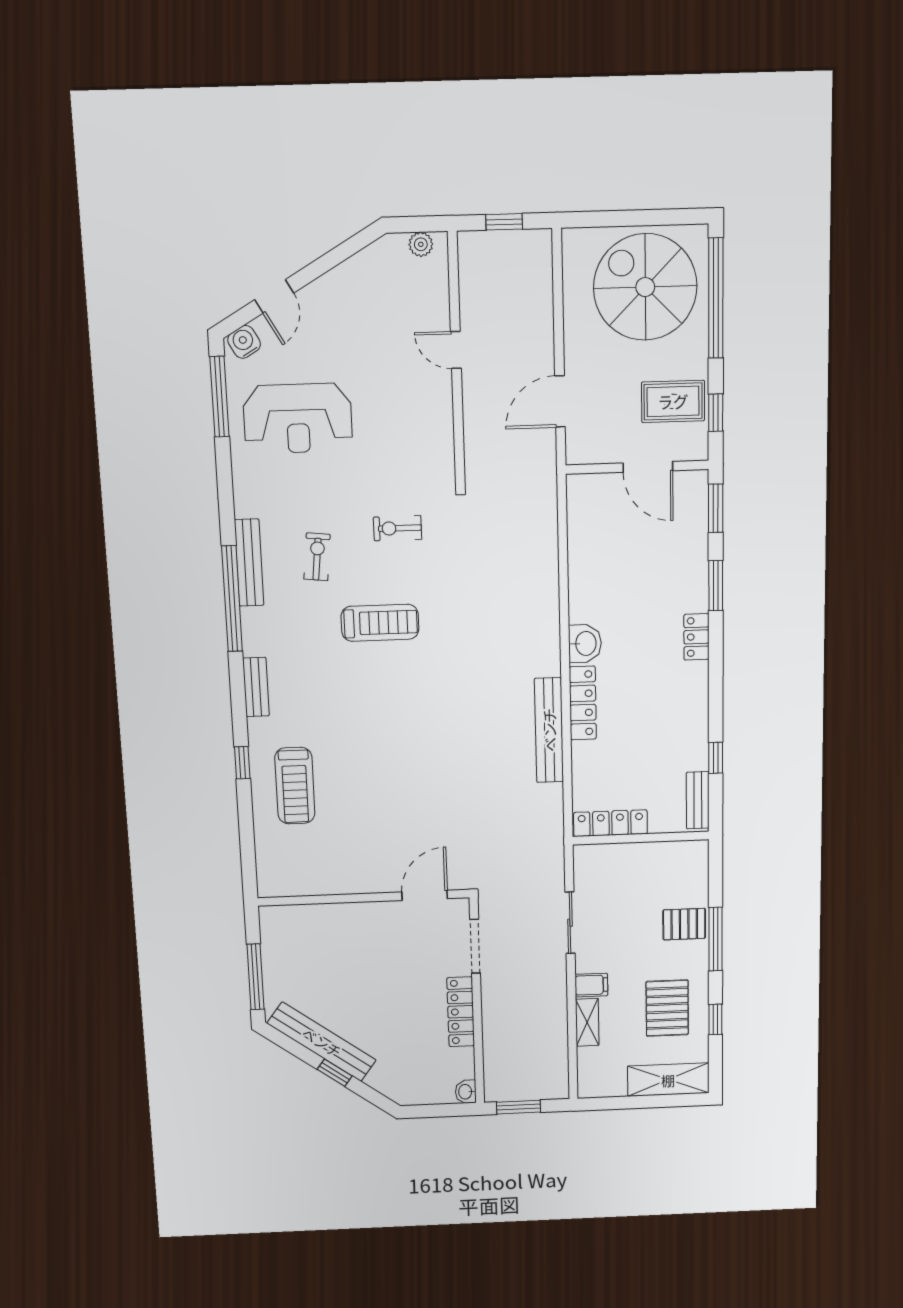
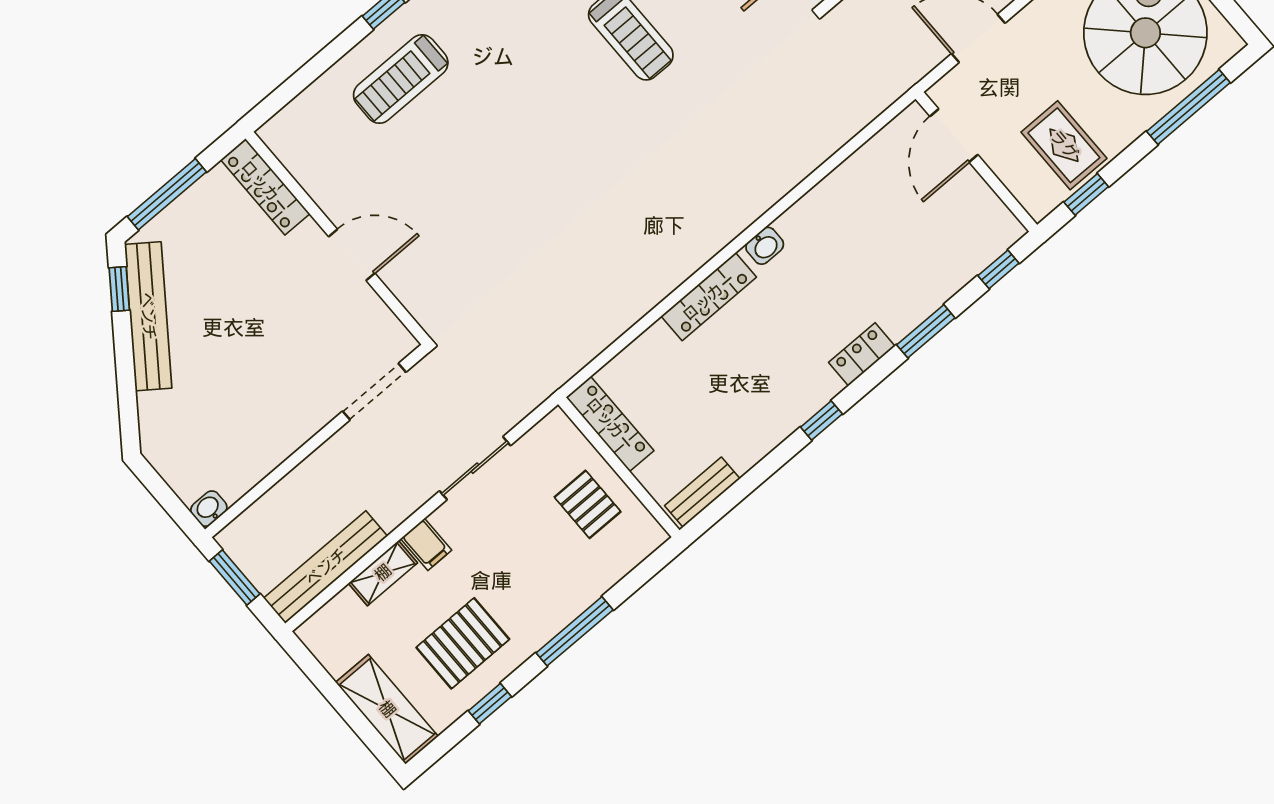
window: (716, 298) -> (1188, 107), width x0.68
door: (648, 467) -> (954, 136), moved
window: (716, 508) -> (998, 269), width x0.67
washbasin: (585, 643) -> (765, 246), width x0.72, depth x0.69
bench: (549, 730) -> (326, 567), moved
window: (716, 758) -> (821, 420), moved
door: (425, 895) -> (352, 255), moved
pallet: (684, 924) -> (588, 504), moved
locker: (461, 1012) -> (265, 187), moved, turned -90
window: (335, 1073) -> (119, 289), moved

